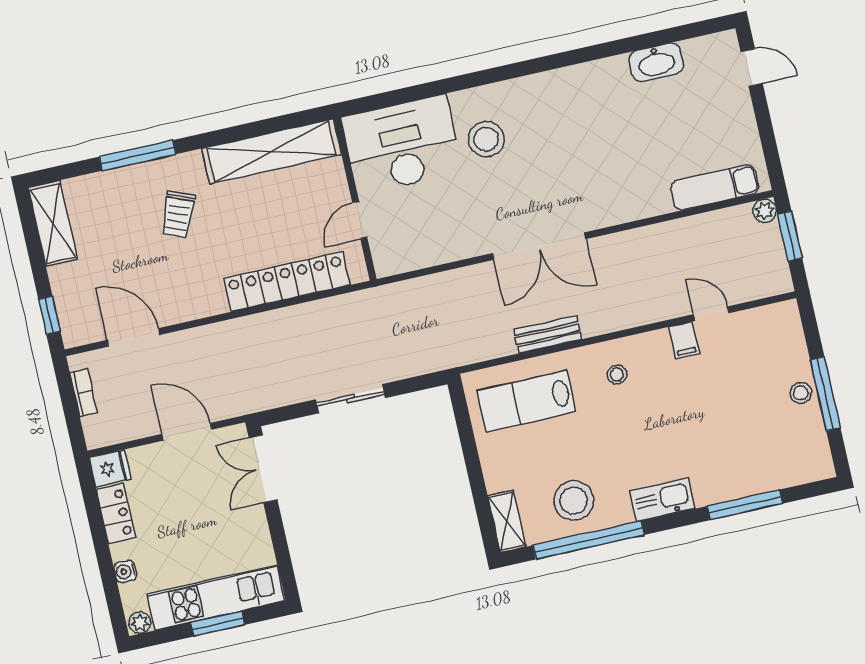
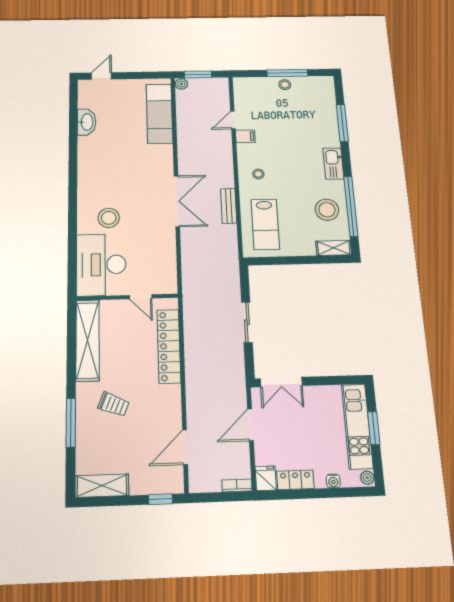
exam couch: (715, 187) -> (159, 114), width x1.36, depth x1.45
bookcase: (84, 393) -> (237, 485), moved

